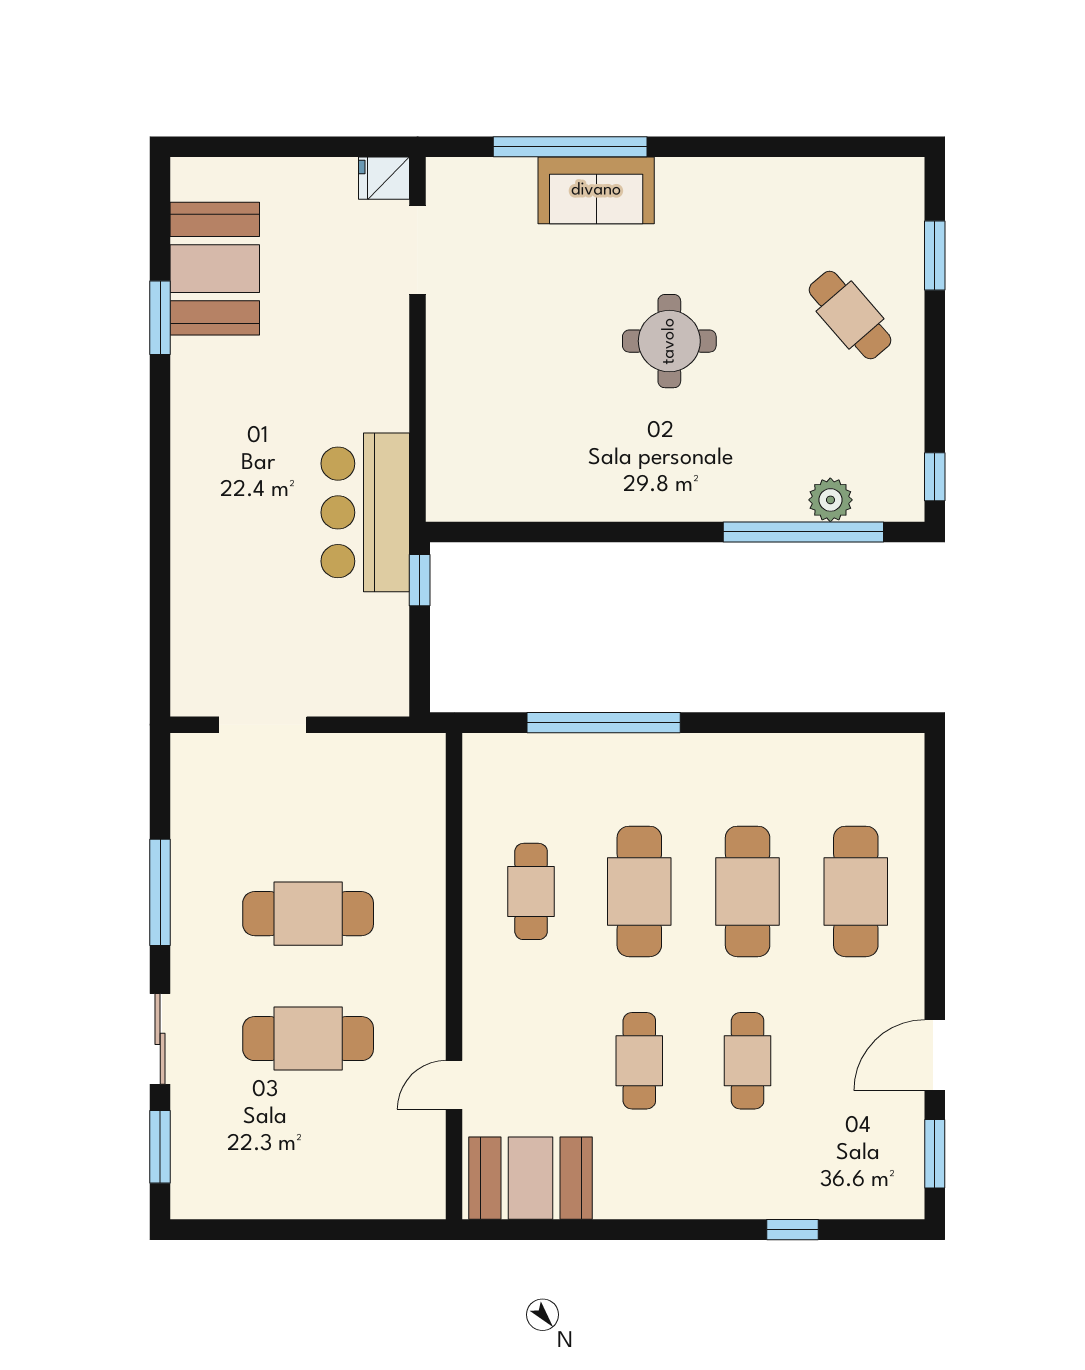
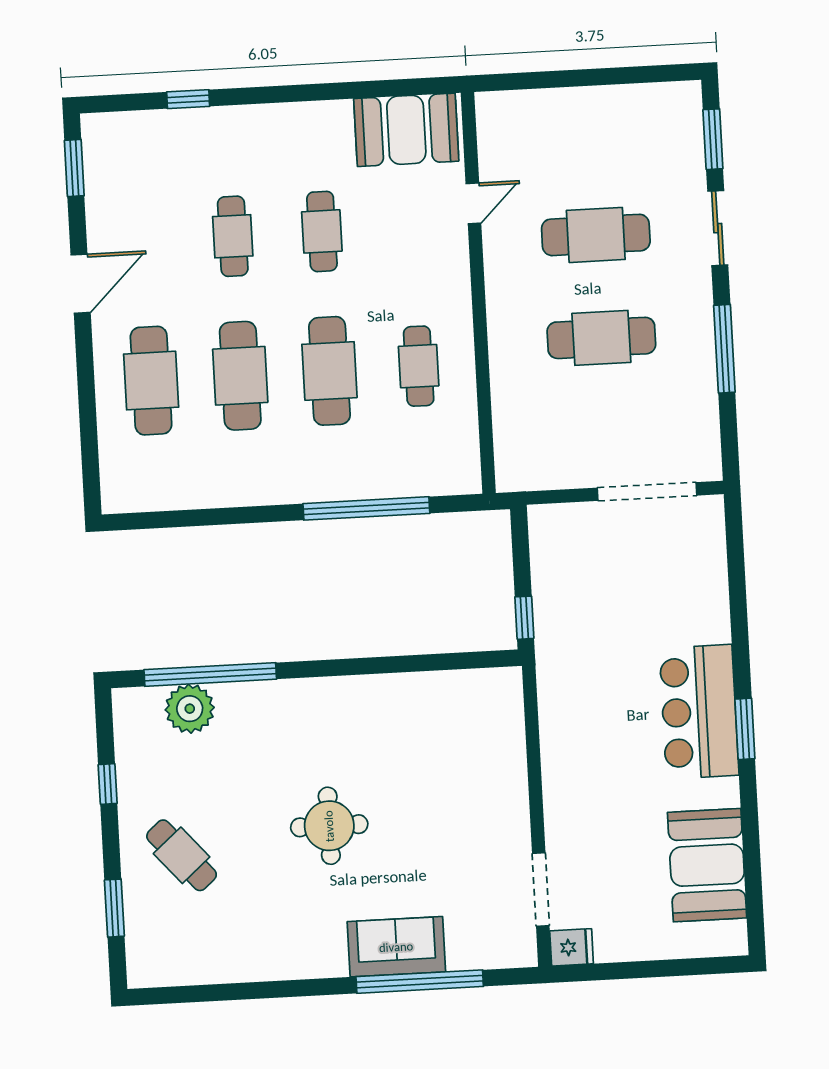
window: (160, 318) -> (745, 729), moved
window: (935, 477) -> (108, 784), moved
plant: (830, 500) -> (190, 709), width x1.36, depth x1.36
bar counter: (365, 512) -> (699, 712), moved, turned 180
doorway: (263, 725) -> (647, 492), width x1.36
door: (935, 1055) -> (81, 284), moved

